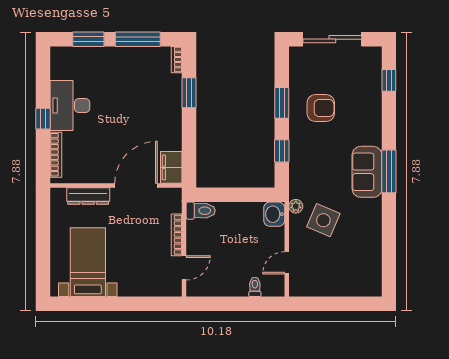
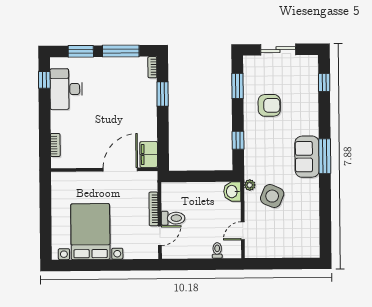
sliding door: (332, 39) -> (278, 50), width x0.73
window: (282, 103) -> (237, 86), moved
desk: (70, 106) -> (66, 89), moved
window: (43, 119) -> (44, 80), moved
bookcase: (56, 155) -> (55, 145), width x0.64
dresser: (88, 196) -> (82, 178), removed
toilet: (201, 211) -> (173, 218), moved
bed with nightstands: (88, 262) -> (90, 232), width x1.36

